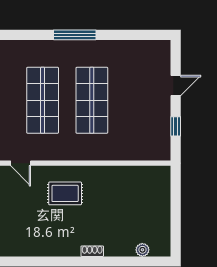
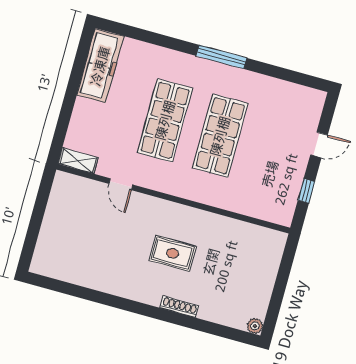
rug: (65, 193) -> (173, 253), moved
plant: (142, 250) -> (255, 326), moved
shoe rack: (92, 251) -> (179, 307), width x1.43

